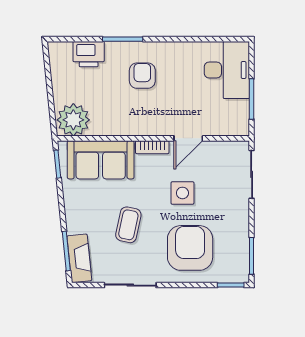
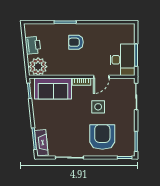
printer: (89, 54) -> (33, 45), moved, turned -96
desk: (227, 70) -> (123, 60), moved
armchair: (142, 76) -> (76, 42), turned -90
coffee table: (128, 225) -> (68, 124), removed

